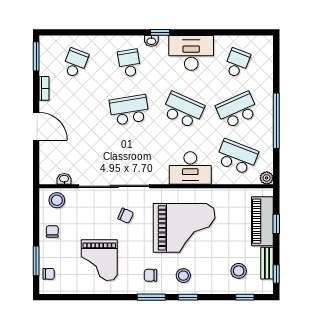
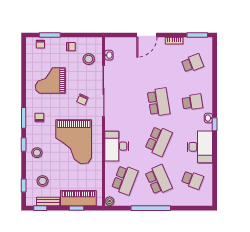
school desk: (75, 63) -> (192, 63), turned -42
stool: (57, 200) -> (89, 59), moved
stool: (183, 276) -> (37, 153), moved

